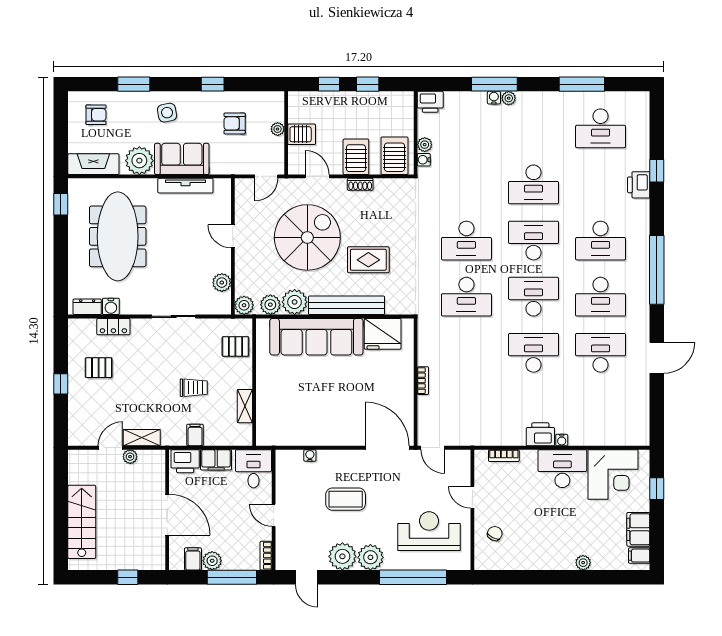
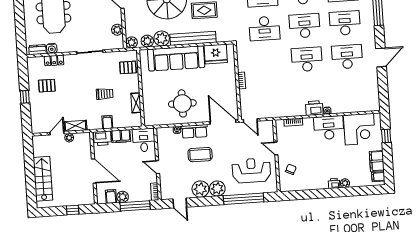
desk: (601, 297) -> (345, 23), turned 180
round table: (322, 412) -> (182, 103), added
row of seats: (339, 460) -> (194, 131), added
printer: (565, 562) -> (334, 183), added

